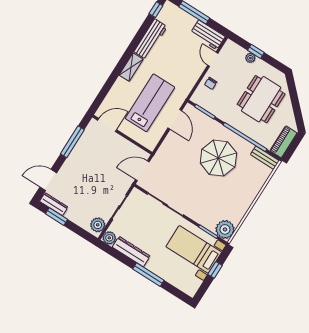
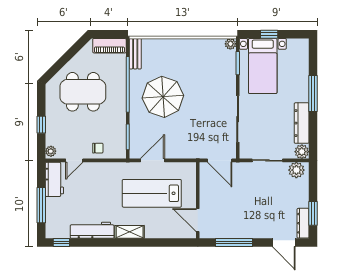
plant: (250, 58) -> (51, 151), moved
plant: (225, 229) -> (230, 44), width x0.53, depth x0.53

